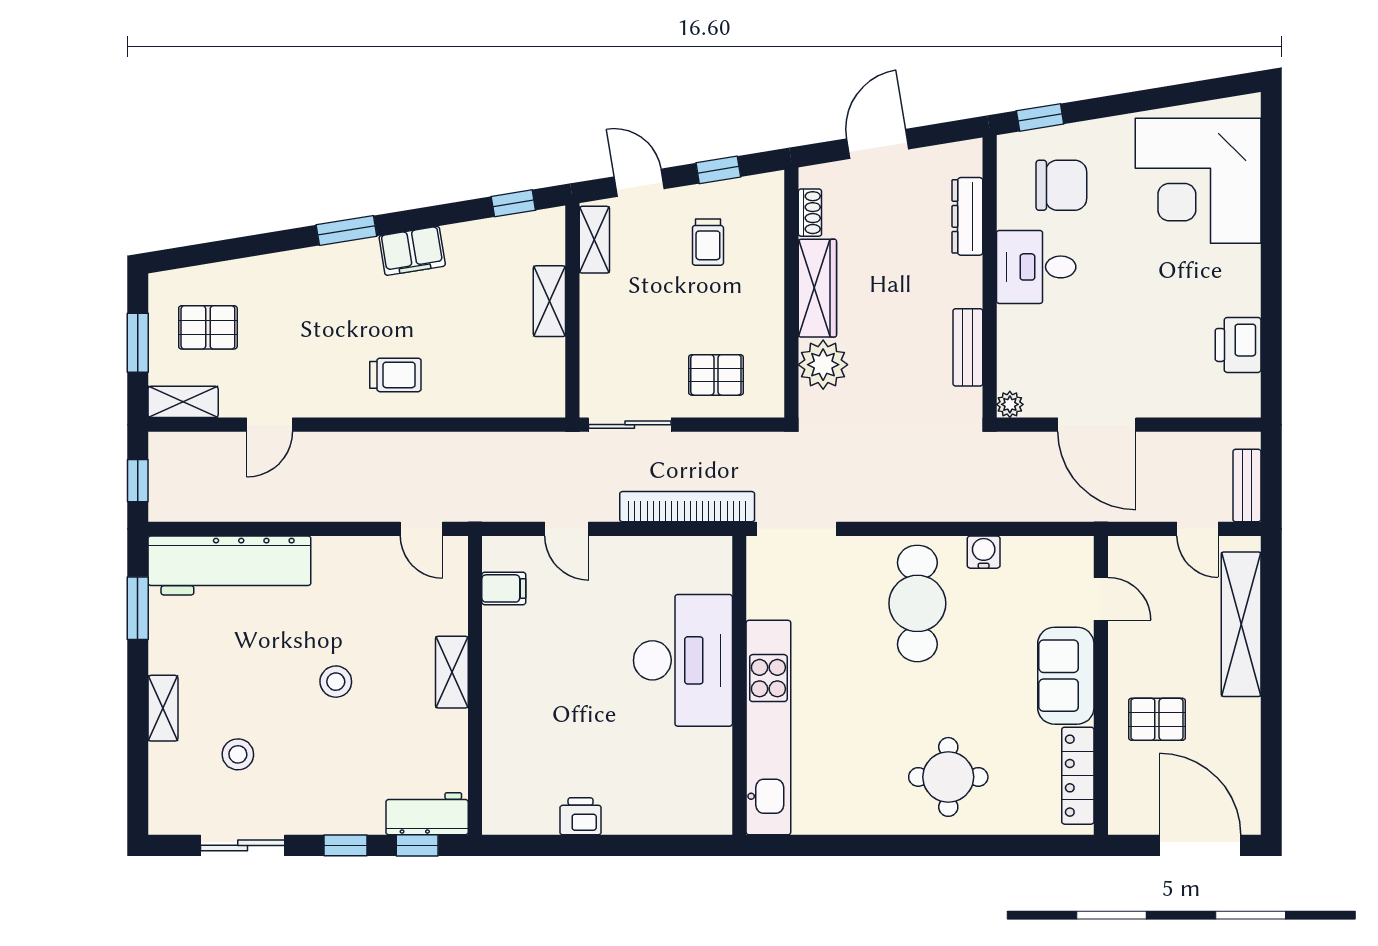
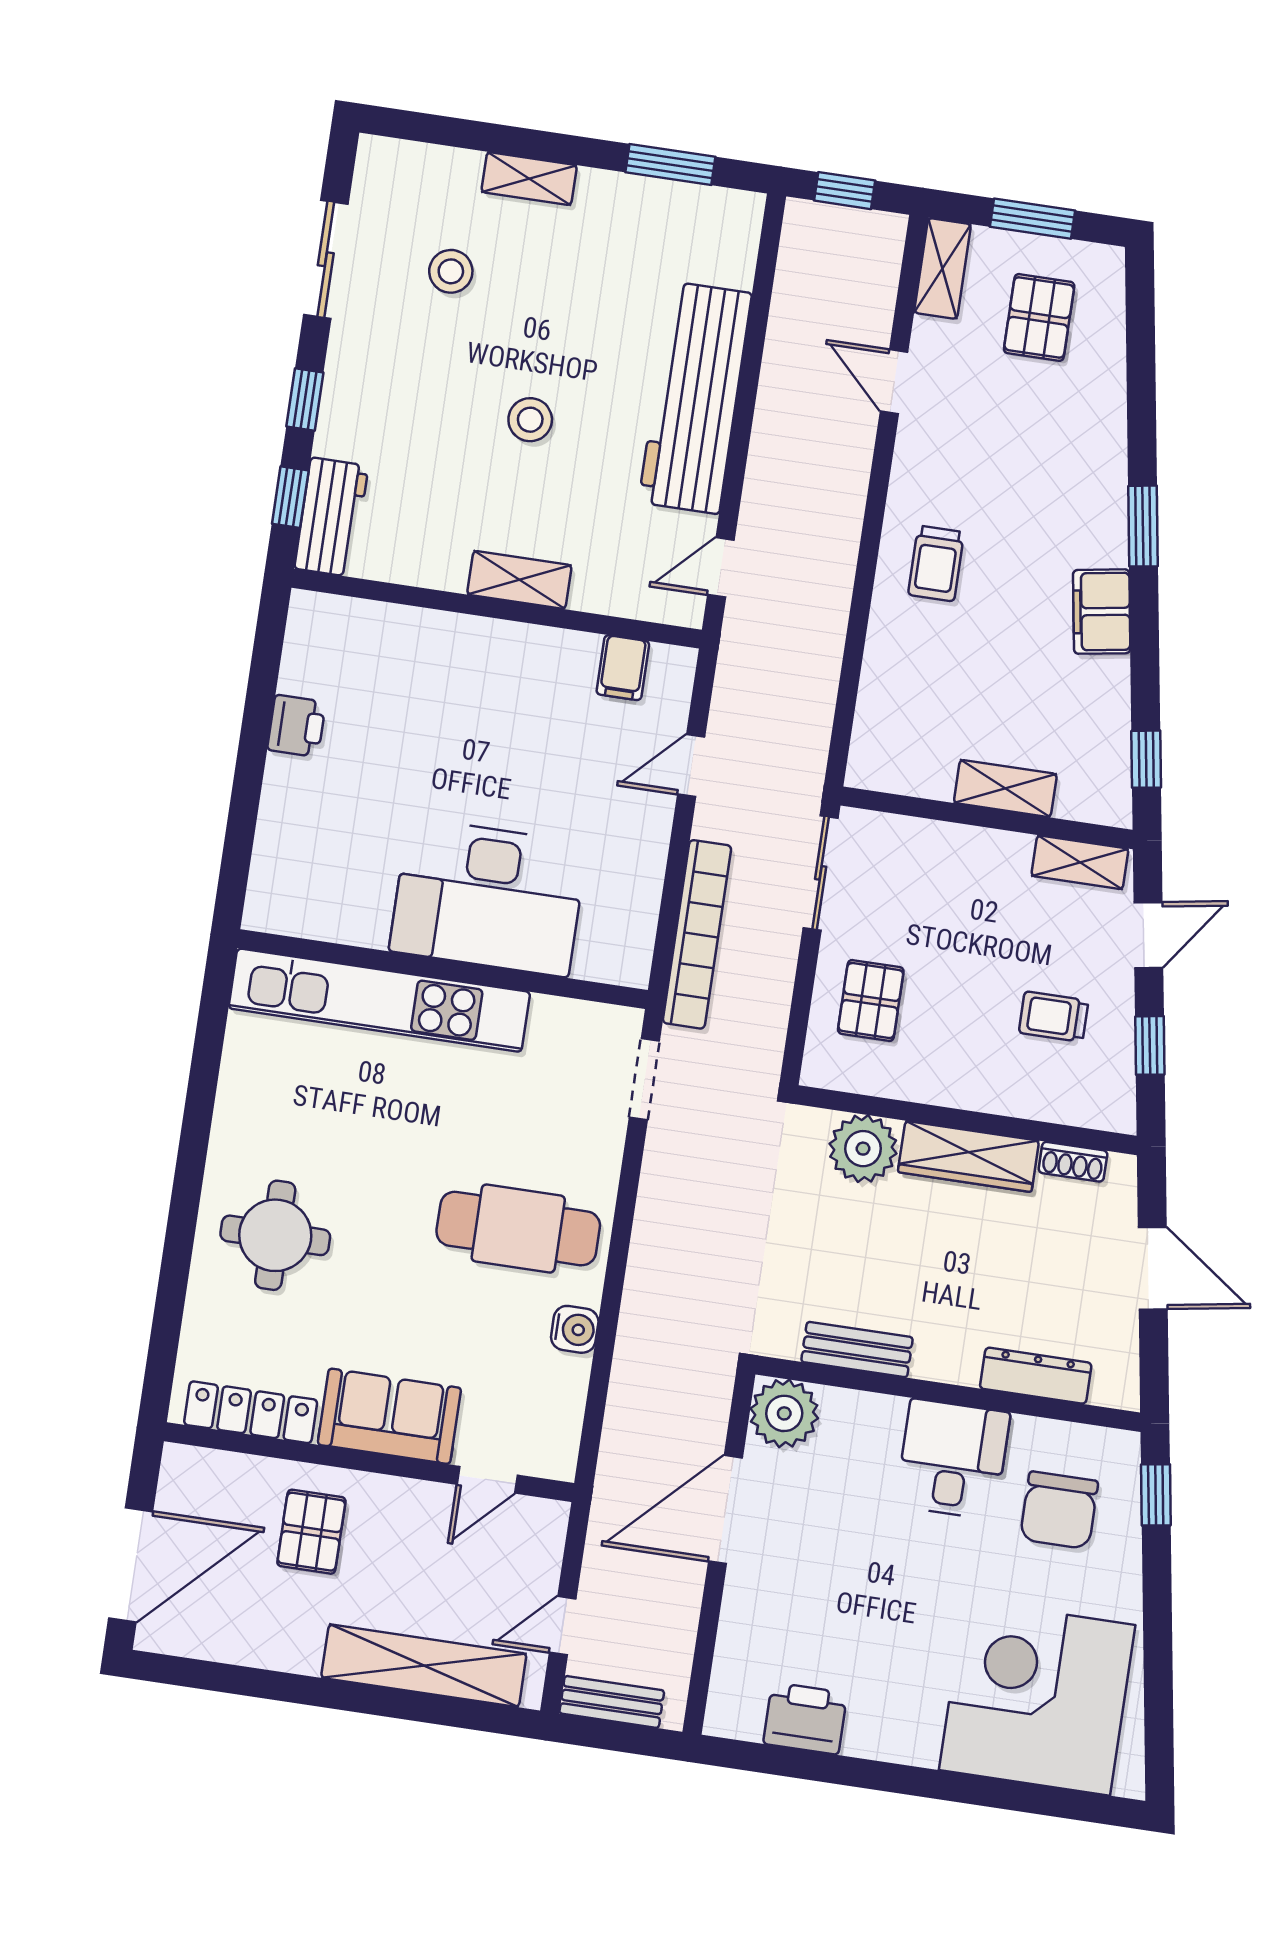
plant: (1010, 404) -> (784, 1413), width x1.88, depth x1.88
doorway: (797, 529) -> (644, 1079), width x0.73
workbench: (229, 565) -> (695, 398), moved

